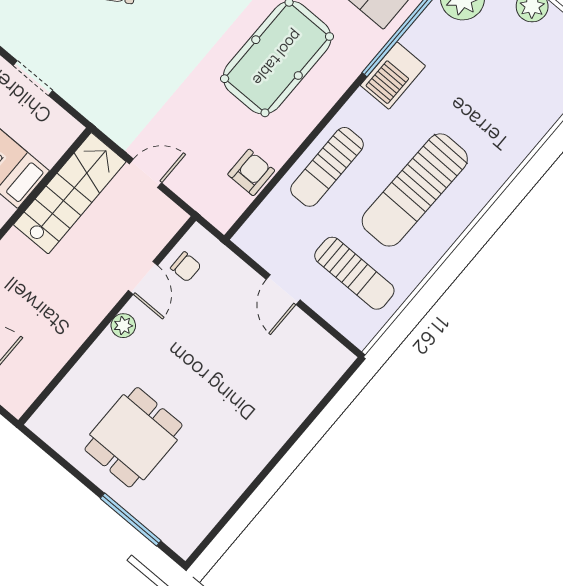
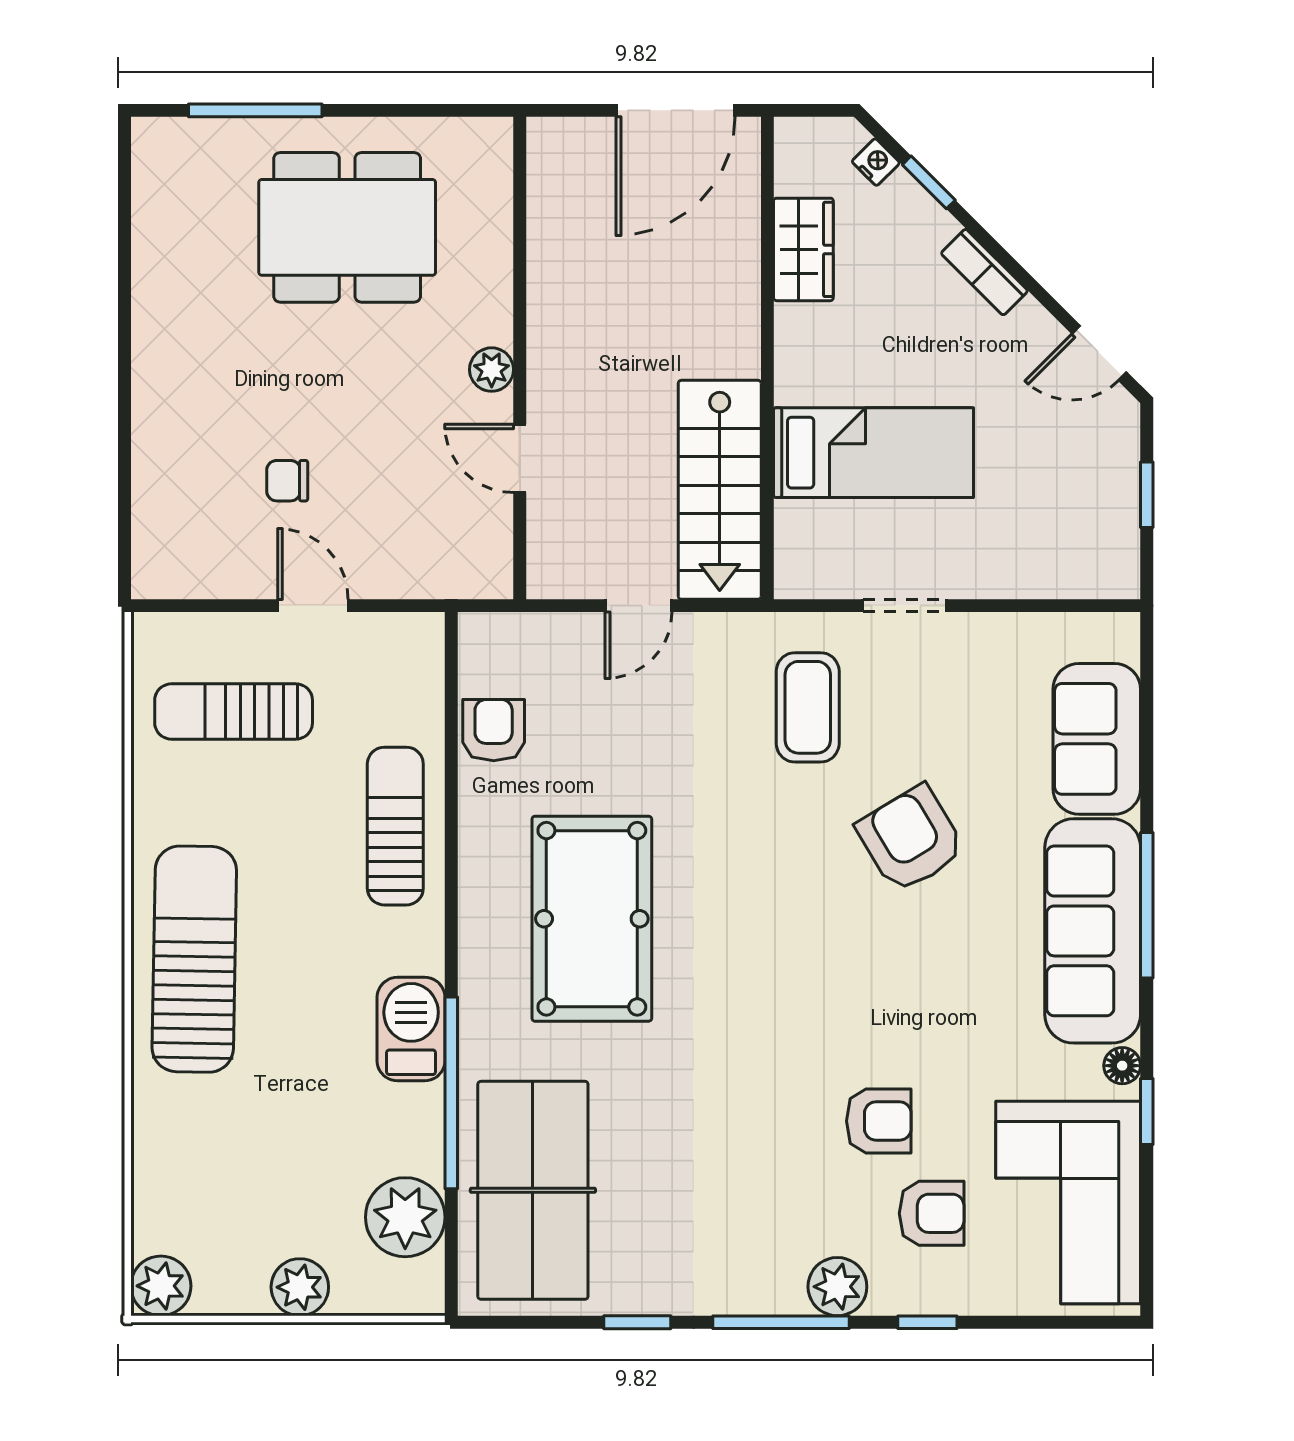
coffee table: (110, 70) -> (808, 707), added
armchair: (251, 172) -> (494, 730), turned 180
sun lounger: (415, 190) -> (194, 959), moved
chair: (186, 267) -> (287, 481), moved
dining table: (133, 437) -> (347, 227), width x1.37

